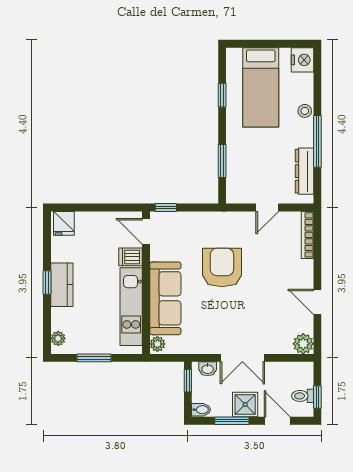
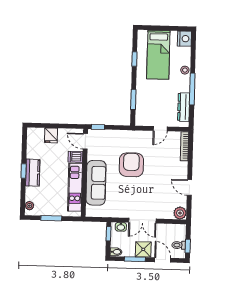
fridge: (64, 223) -> (51, 135), moved
plant: (157, 344) -> (90, 211), removed

